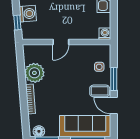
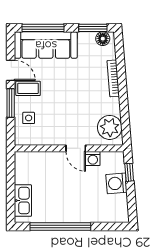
washing machine: (105, 34) -> (93, 159), moved
door: (61, 42) -> (76, 148), swing flipped
plant: (34, 73) -> (110, 127), moved

